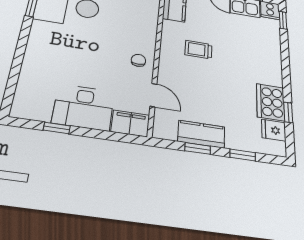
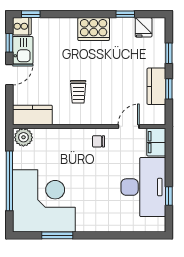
cooker: (271, 102) -> (94, 29), moved
desk: (84, 107) -> (143, 187), width x1.36, depth x1.30

